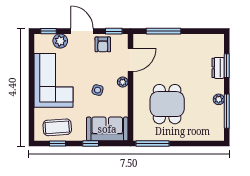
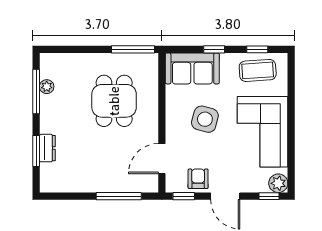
plant: (60, 41) -> (278, 183), moved
plant: (123, 82) -> (172, 130), removed
side table: (98, 90) -> (205, 119), width x1.87, depth x1.87
plant: (219, 99) -> (47, 87), moved

